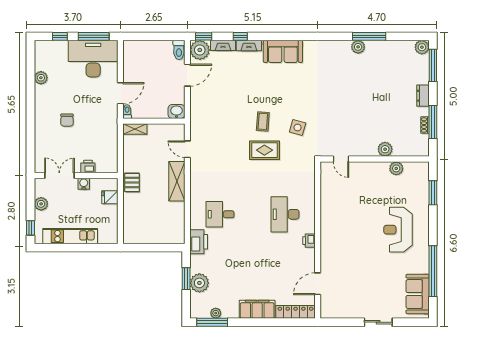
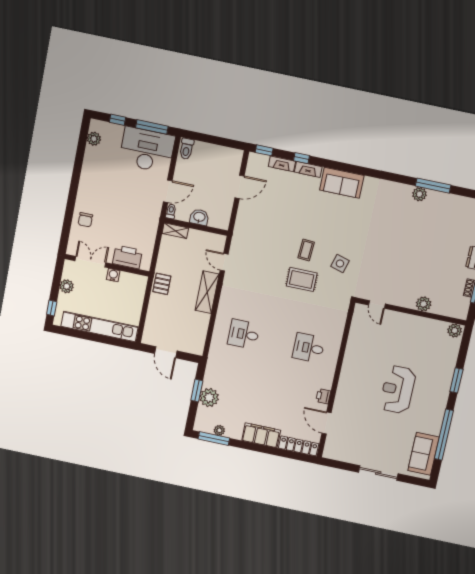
toilet: (179, 50) -> (186, 149), moved
plant: (200, 50) -> (257, 164), removed
plant: (41, 78) -> (94, 139), moved
washbasin: (176, 111) -> (199, 217), moved
chair: (67, 120) -> (85, 220), moved
printer: (88, 167) -> (127, 257), width x1.87, depth x1.48
plant: (396, 168) -> (455, 331), moved
window: (433, 193) -> (456, 380), moved
fridge: (110, 197) -> (137, 294), removed
desk: (285, 214) -> (309, 348), width x0.73
reception desk: (398, 230) -> (398, 390), moved
kitchen unit: (70, 236) -> (99, 327), width x1.36
printer: (309, 241) -> (323, 396), moved
printer: (199, 242) -> (217, 357), removed
door: (149, 248) -> (166, 352), added
door: (318, 284) -> (326, 423), hinge flipped
sliding door: (378, 322) -> (378, 473), width x1.37

